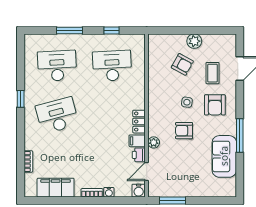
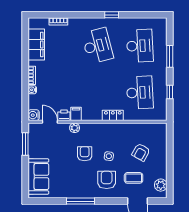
plant: (194, 41) -> (161, 185), moved
armchair: (215, 105) -> (107, 180), turned 90
locker: (139, 122) -> (113, 115), moved
sofa: (224, 156) -> (38, 176), moved, turned 90

